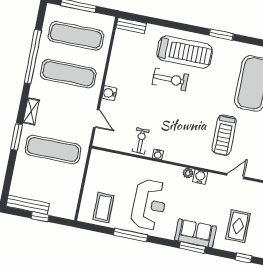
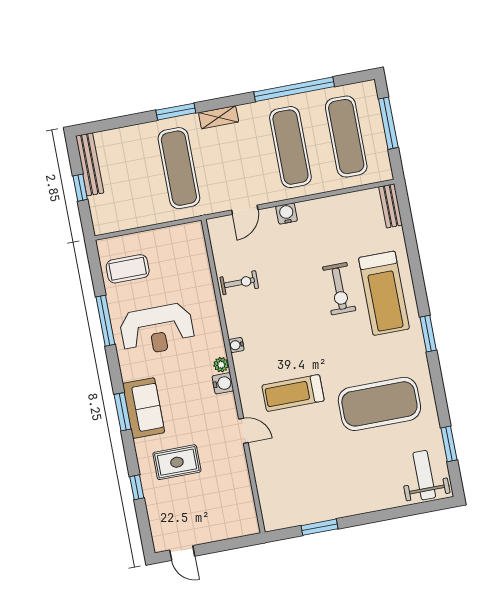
water cooler: (158, 154) -> (236, 345), moved

